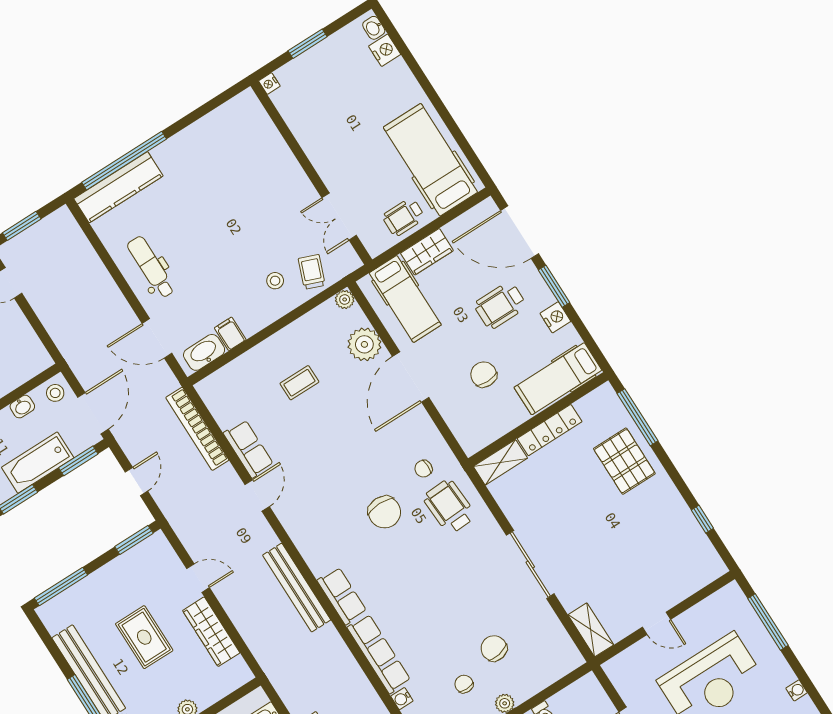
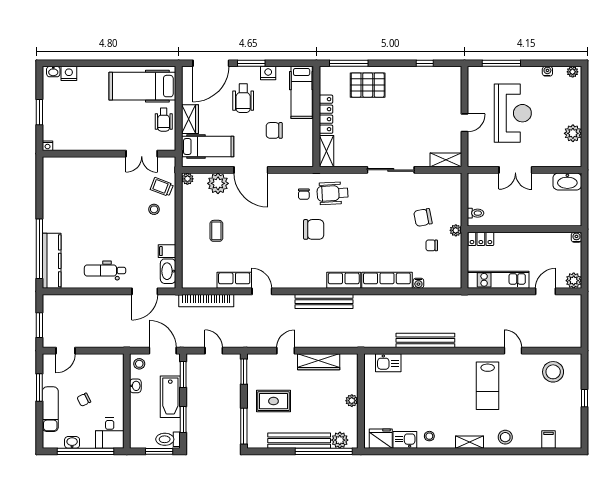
rug: (144, 637) -> (273, 401), moved

